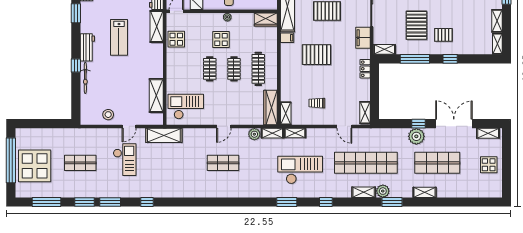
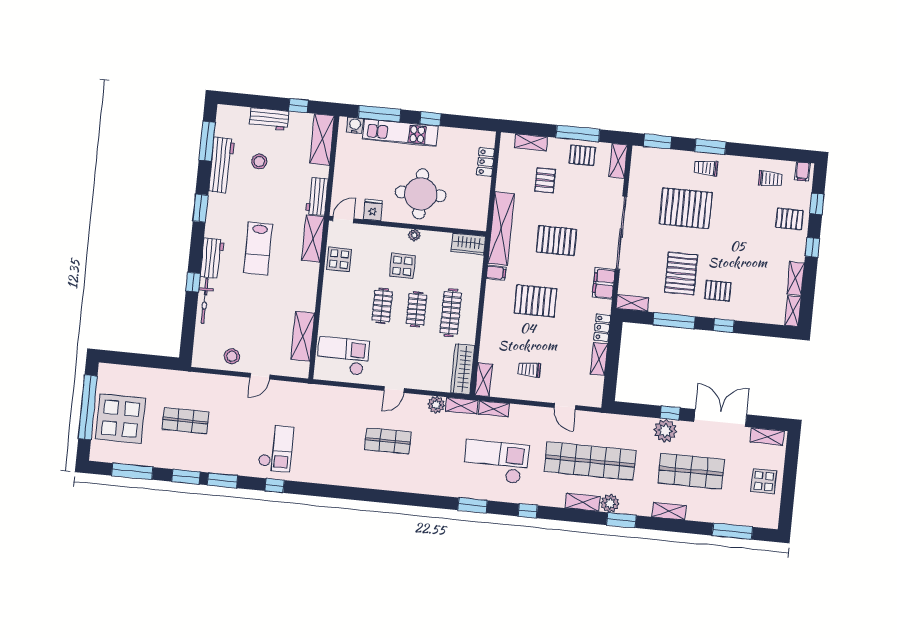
shelving: (365, 113) -> (599, 359), moved
shelving: (164, 135) -> (308, 394), removed
checkout: (125, 160) -> (276, 448), moved
window: (470, 202) -> (732, 531), added

